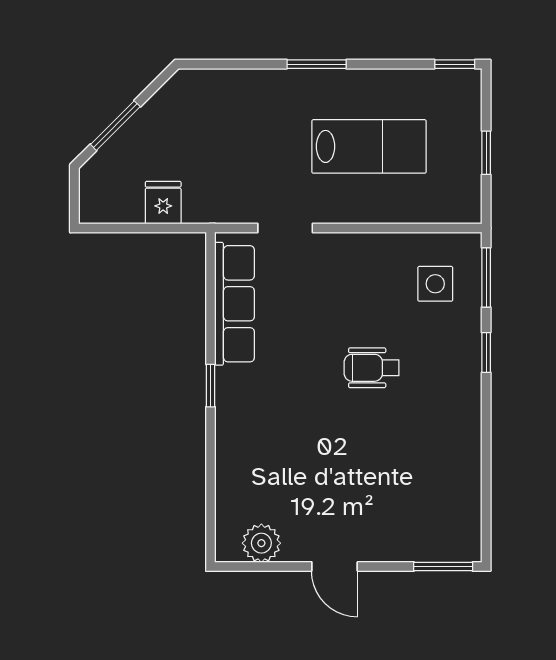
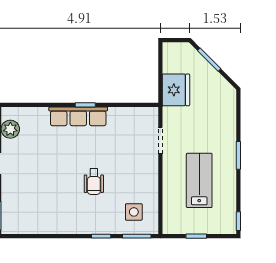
lab bench: (369, 146) -> (199, 180), turned 180
fridge: (163, 203) -> (176, 90), width x1.88, depth x1.34
row of seats: (235, 304) -> (78, 116), moved
wheelchair: (372, 368) -> (94, 182), turned 180

